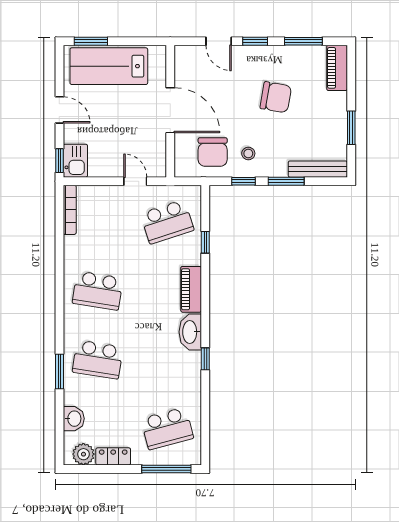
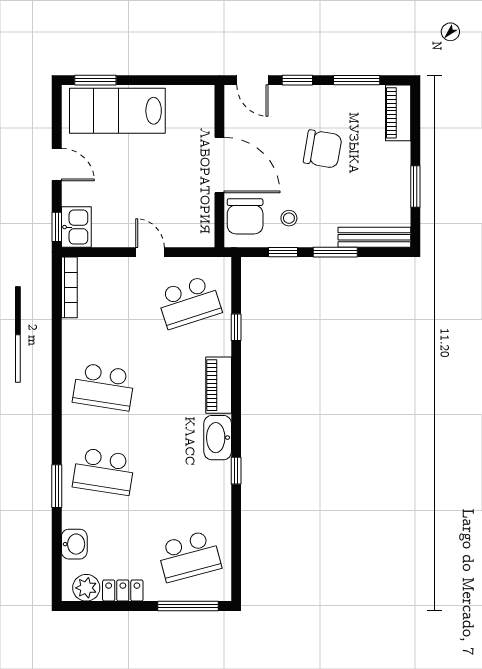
door: (170, 110) -> (219, 165), moved
wall: (170, 111) -> (219, 166), moved

